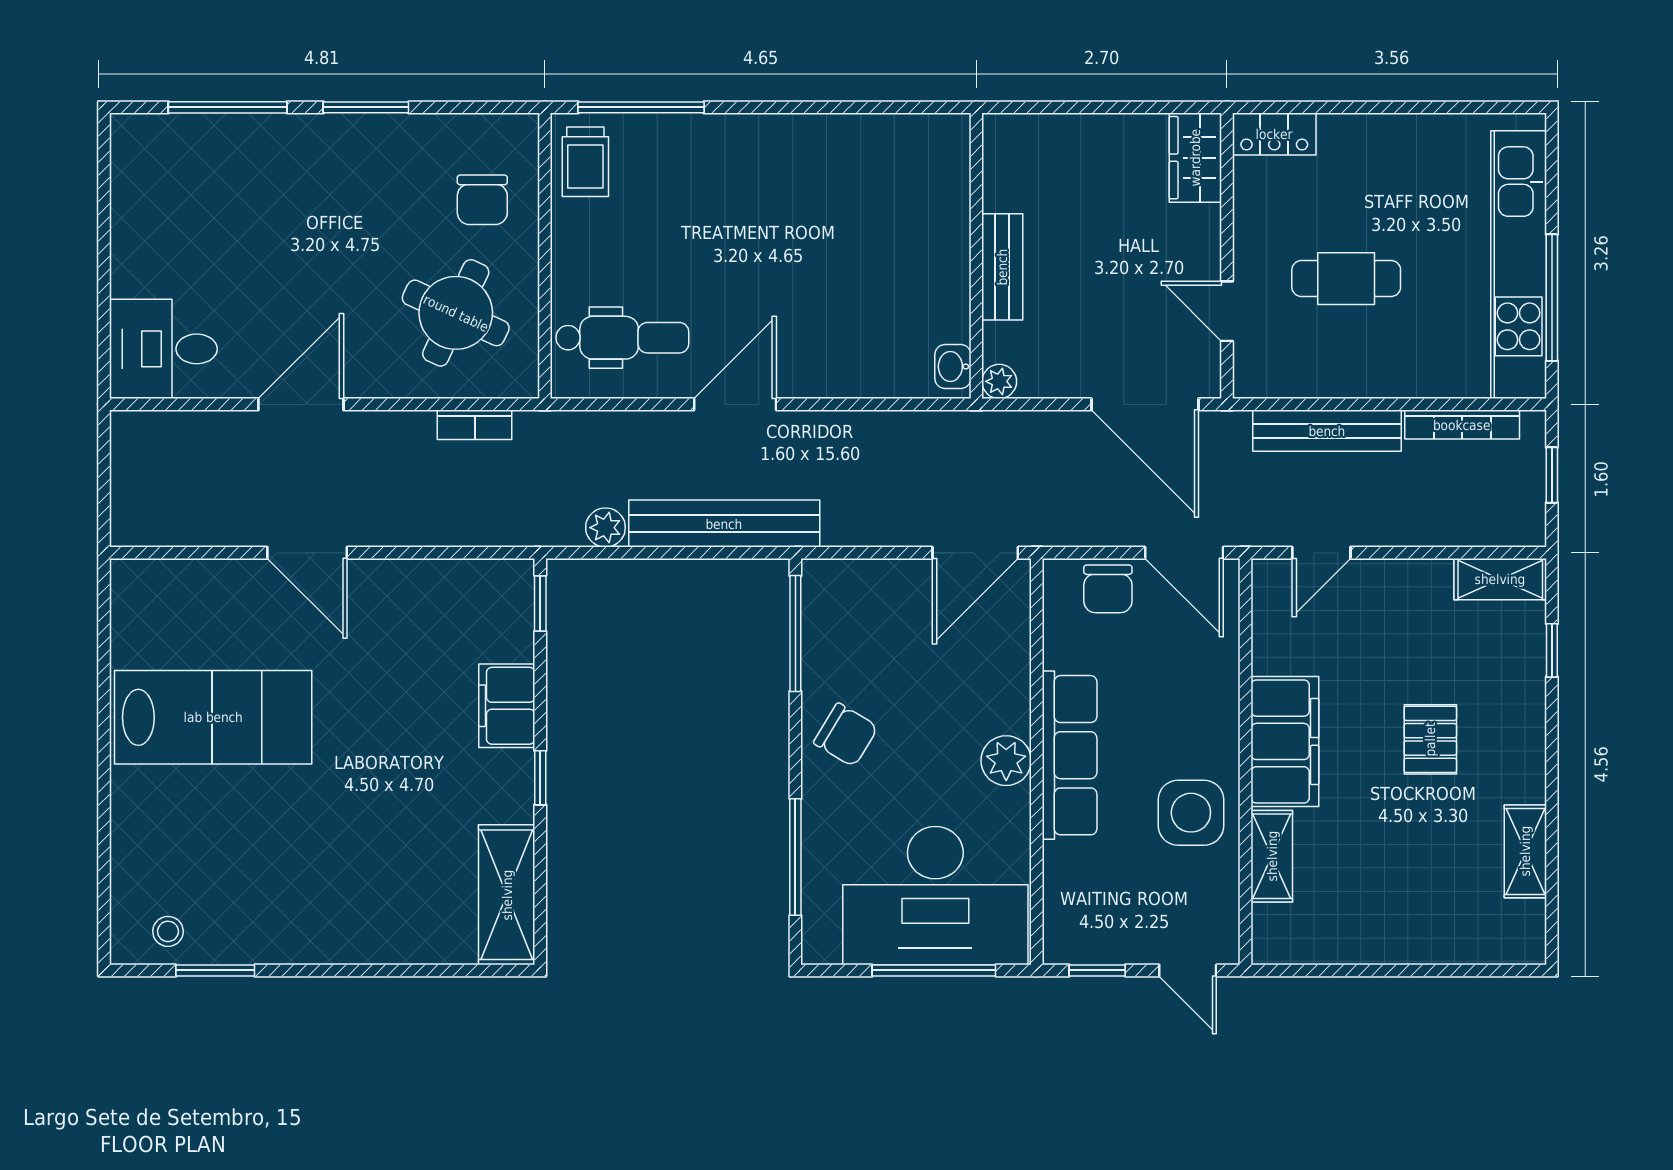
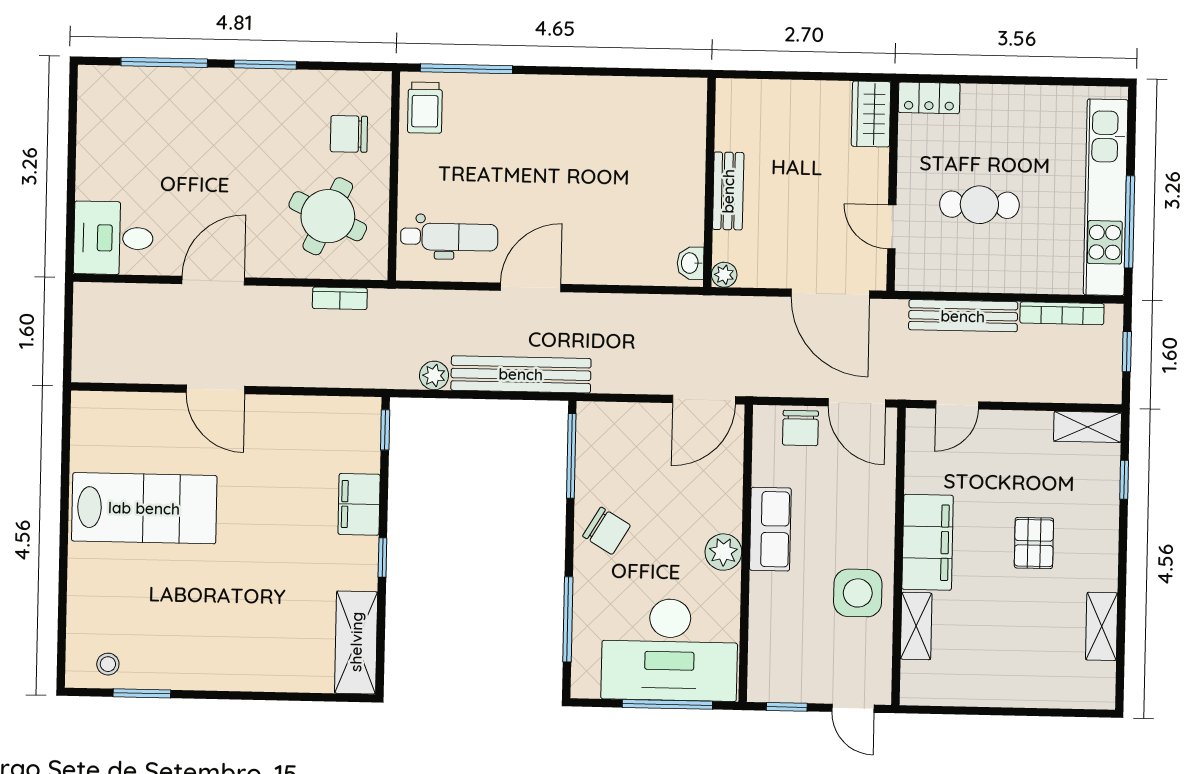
chair: (482, 200) -> (349, 134), turned 90
row of seats: (1070, 755) -> (770, 529), width x0.68

